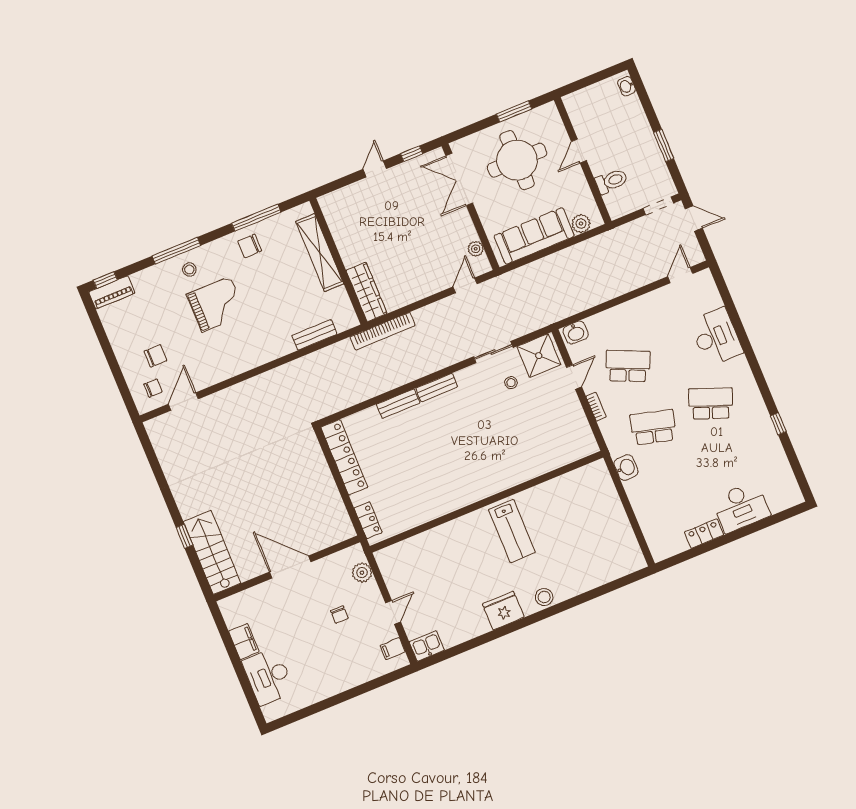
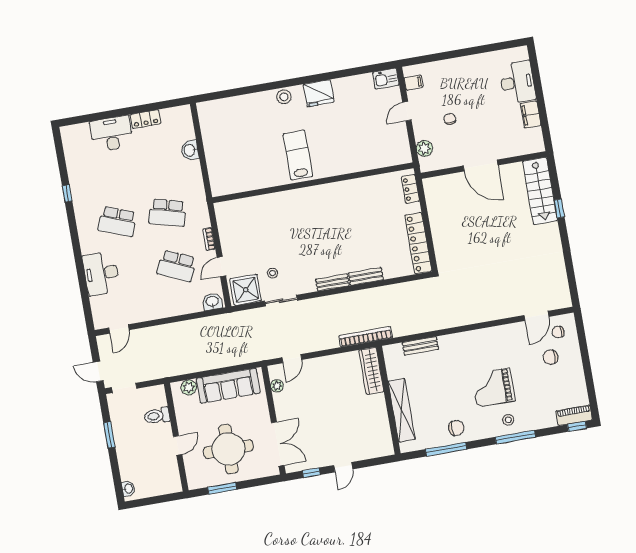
washbasin: (626, 468) -> (190, 150), moved

